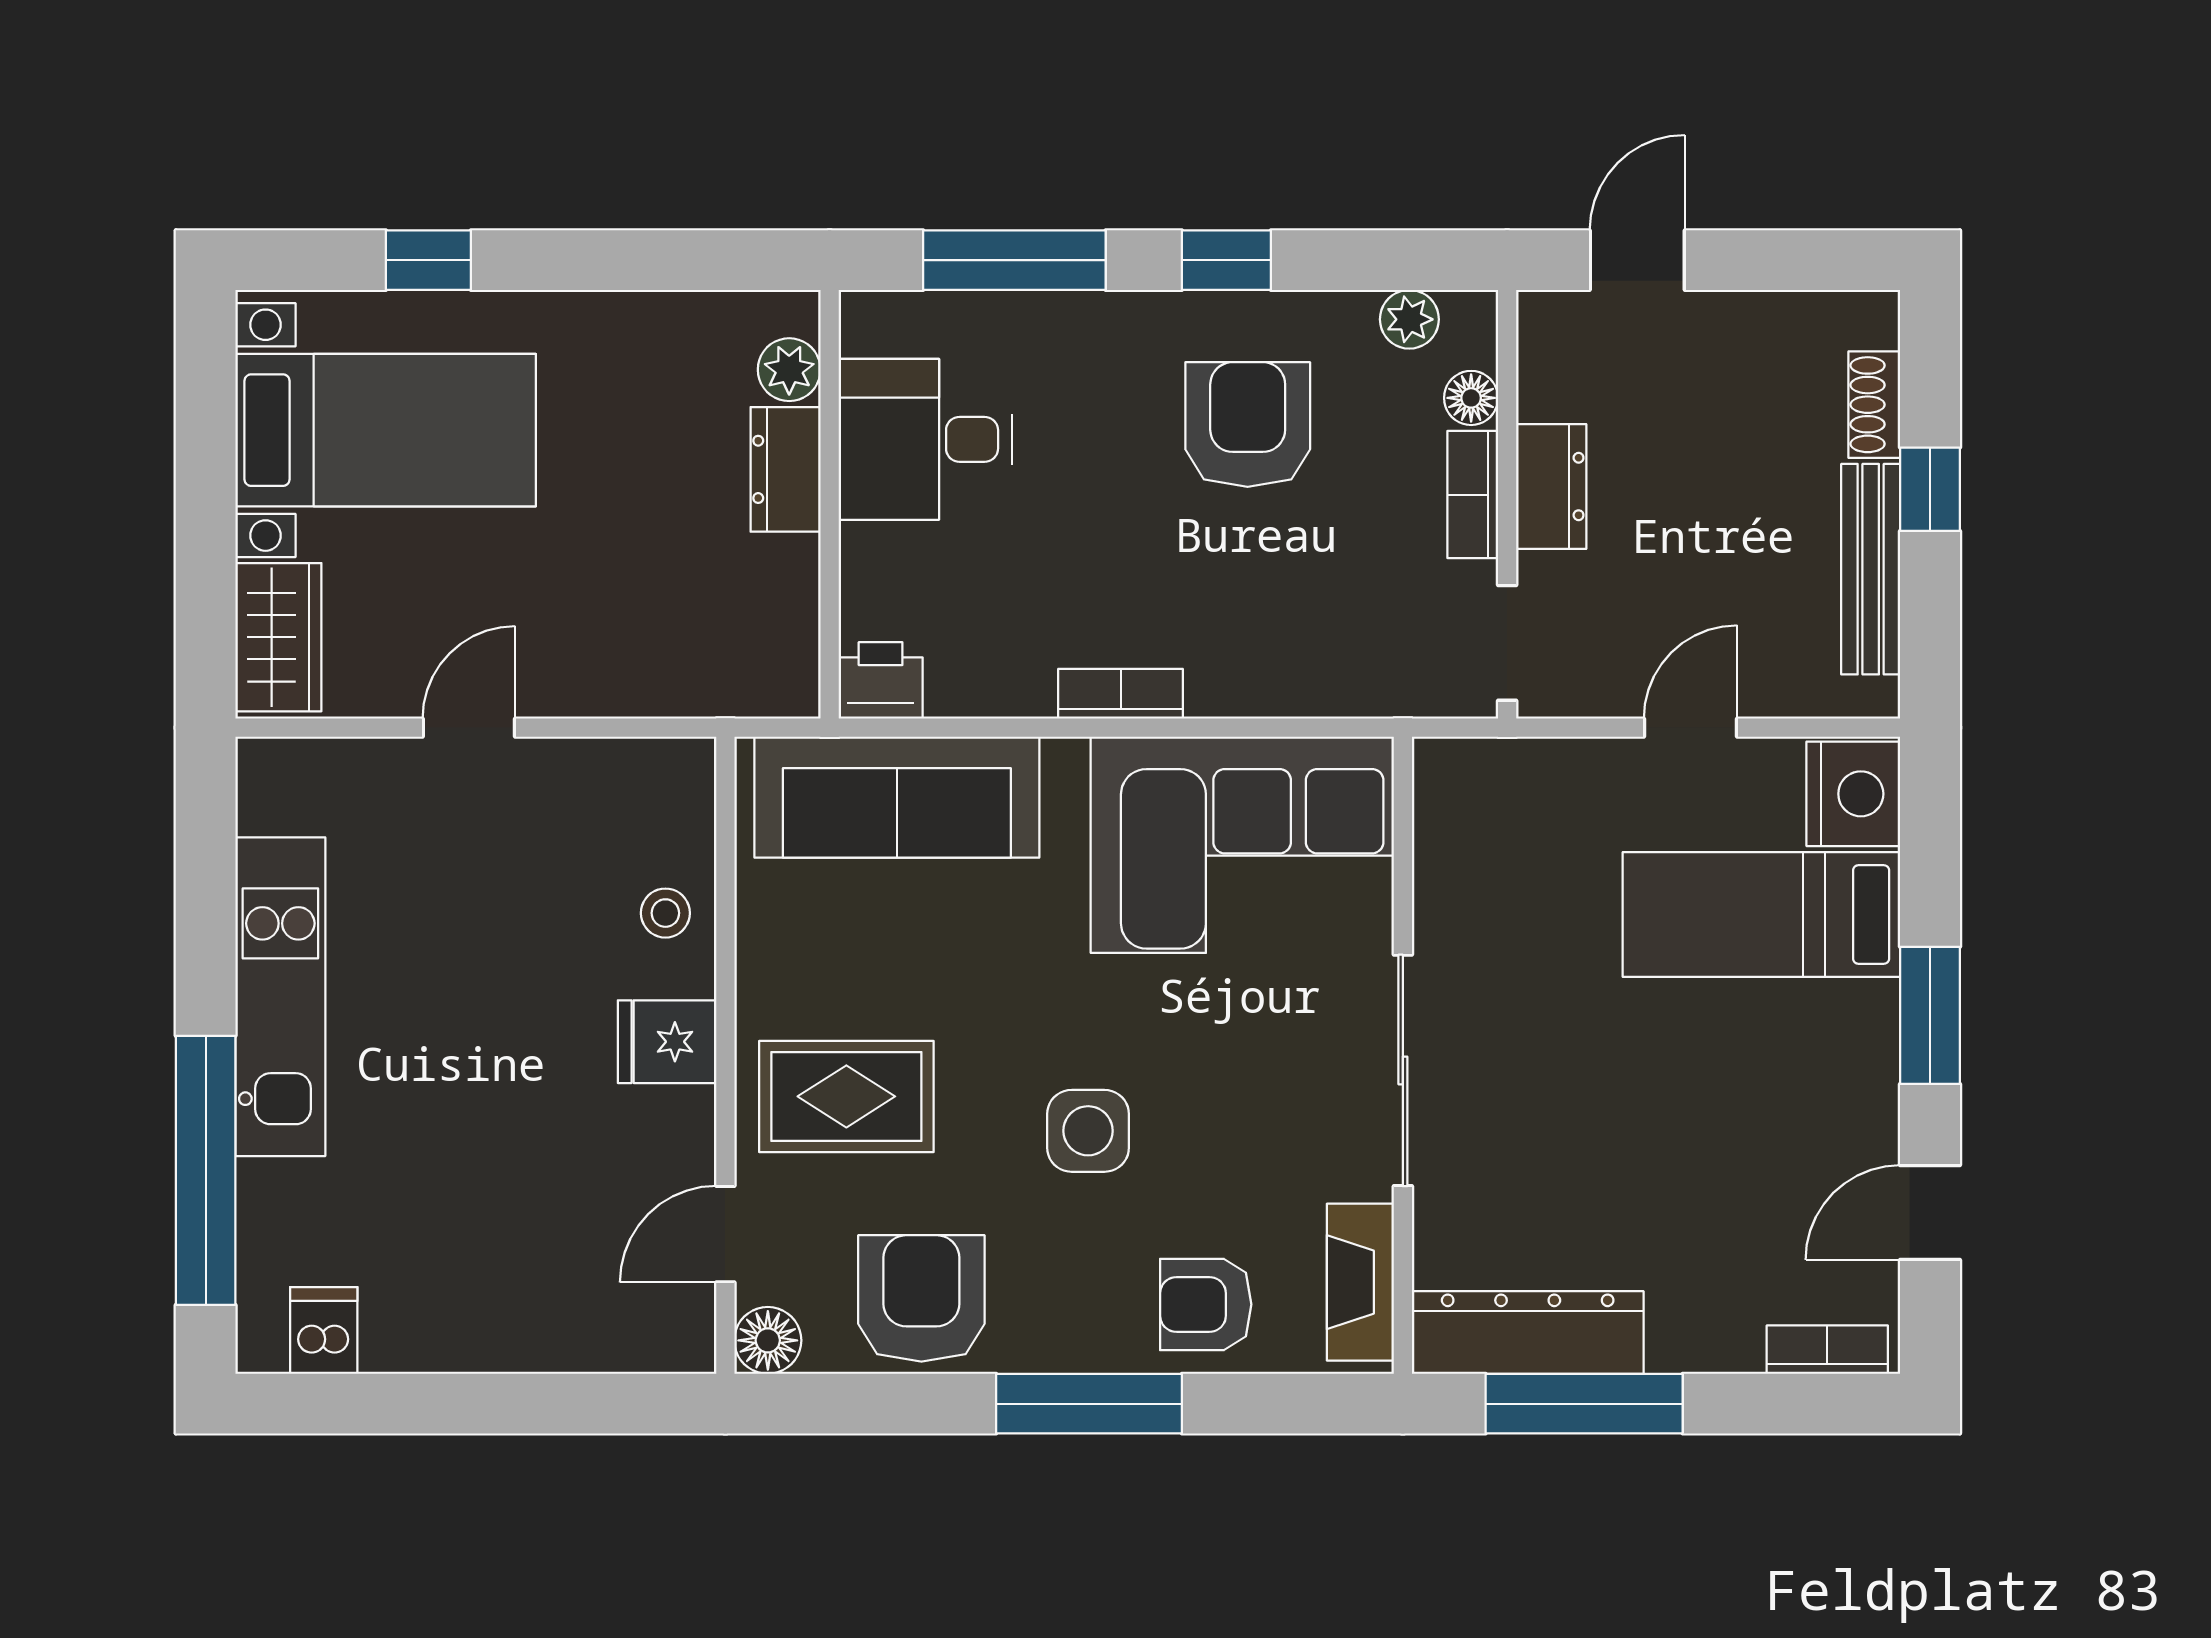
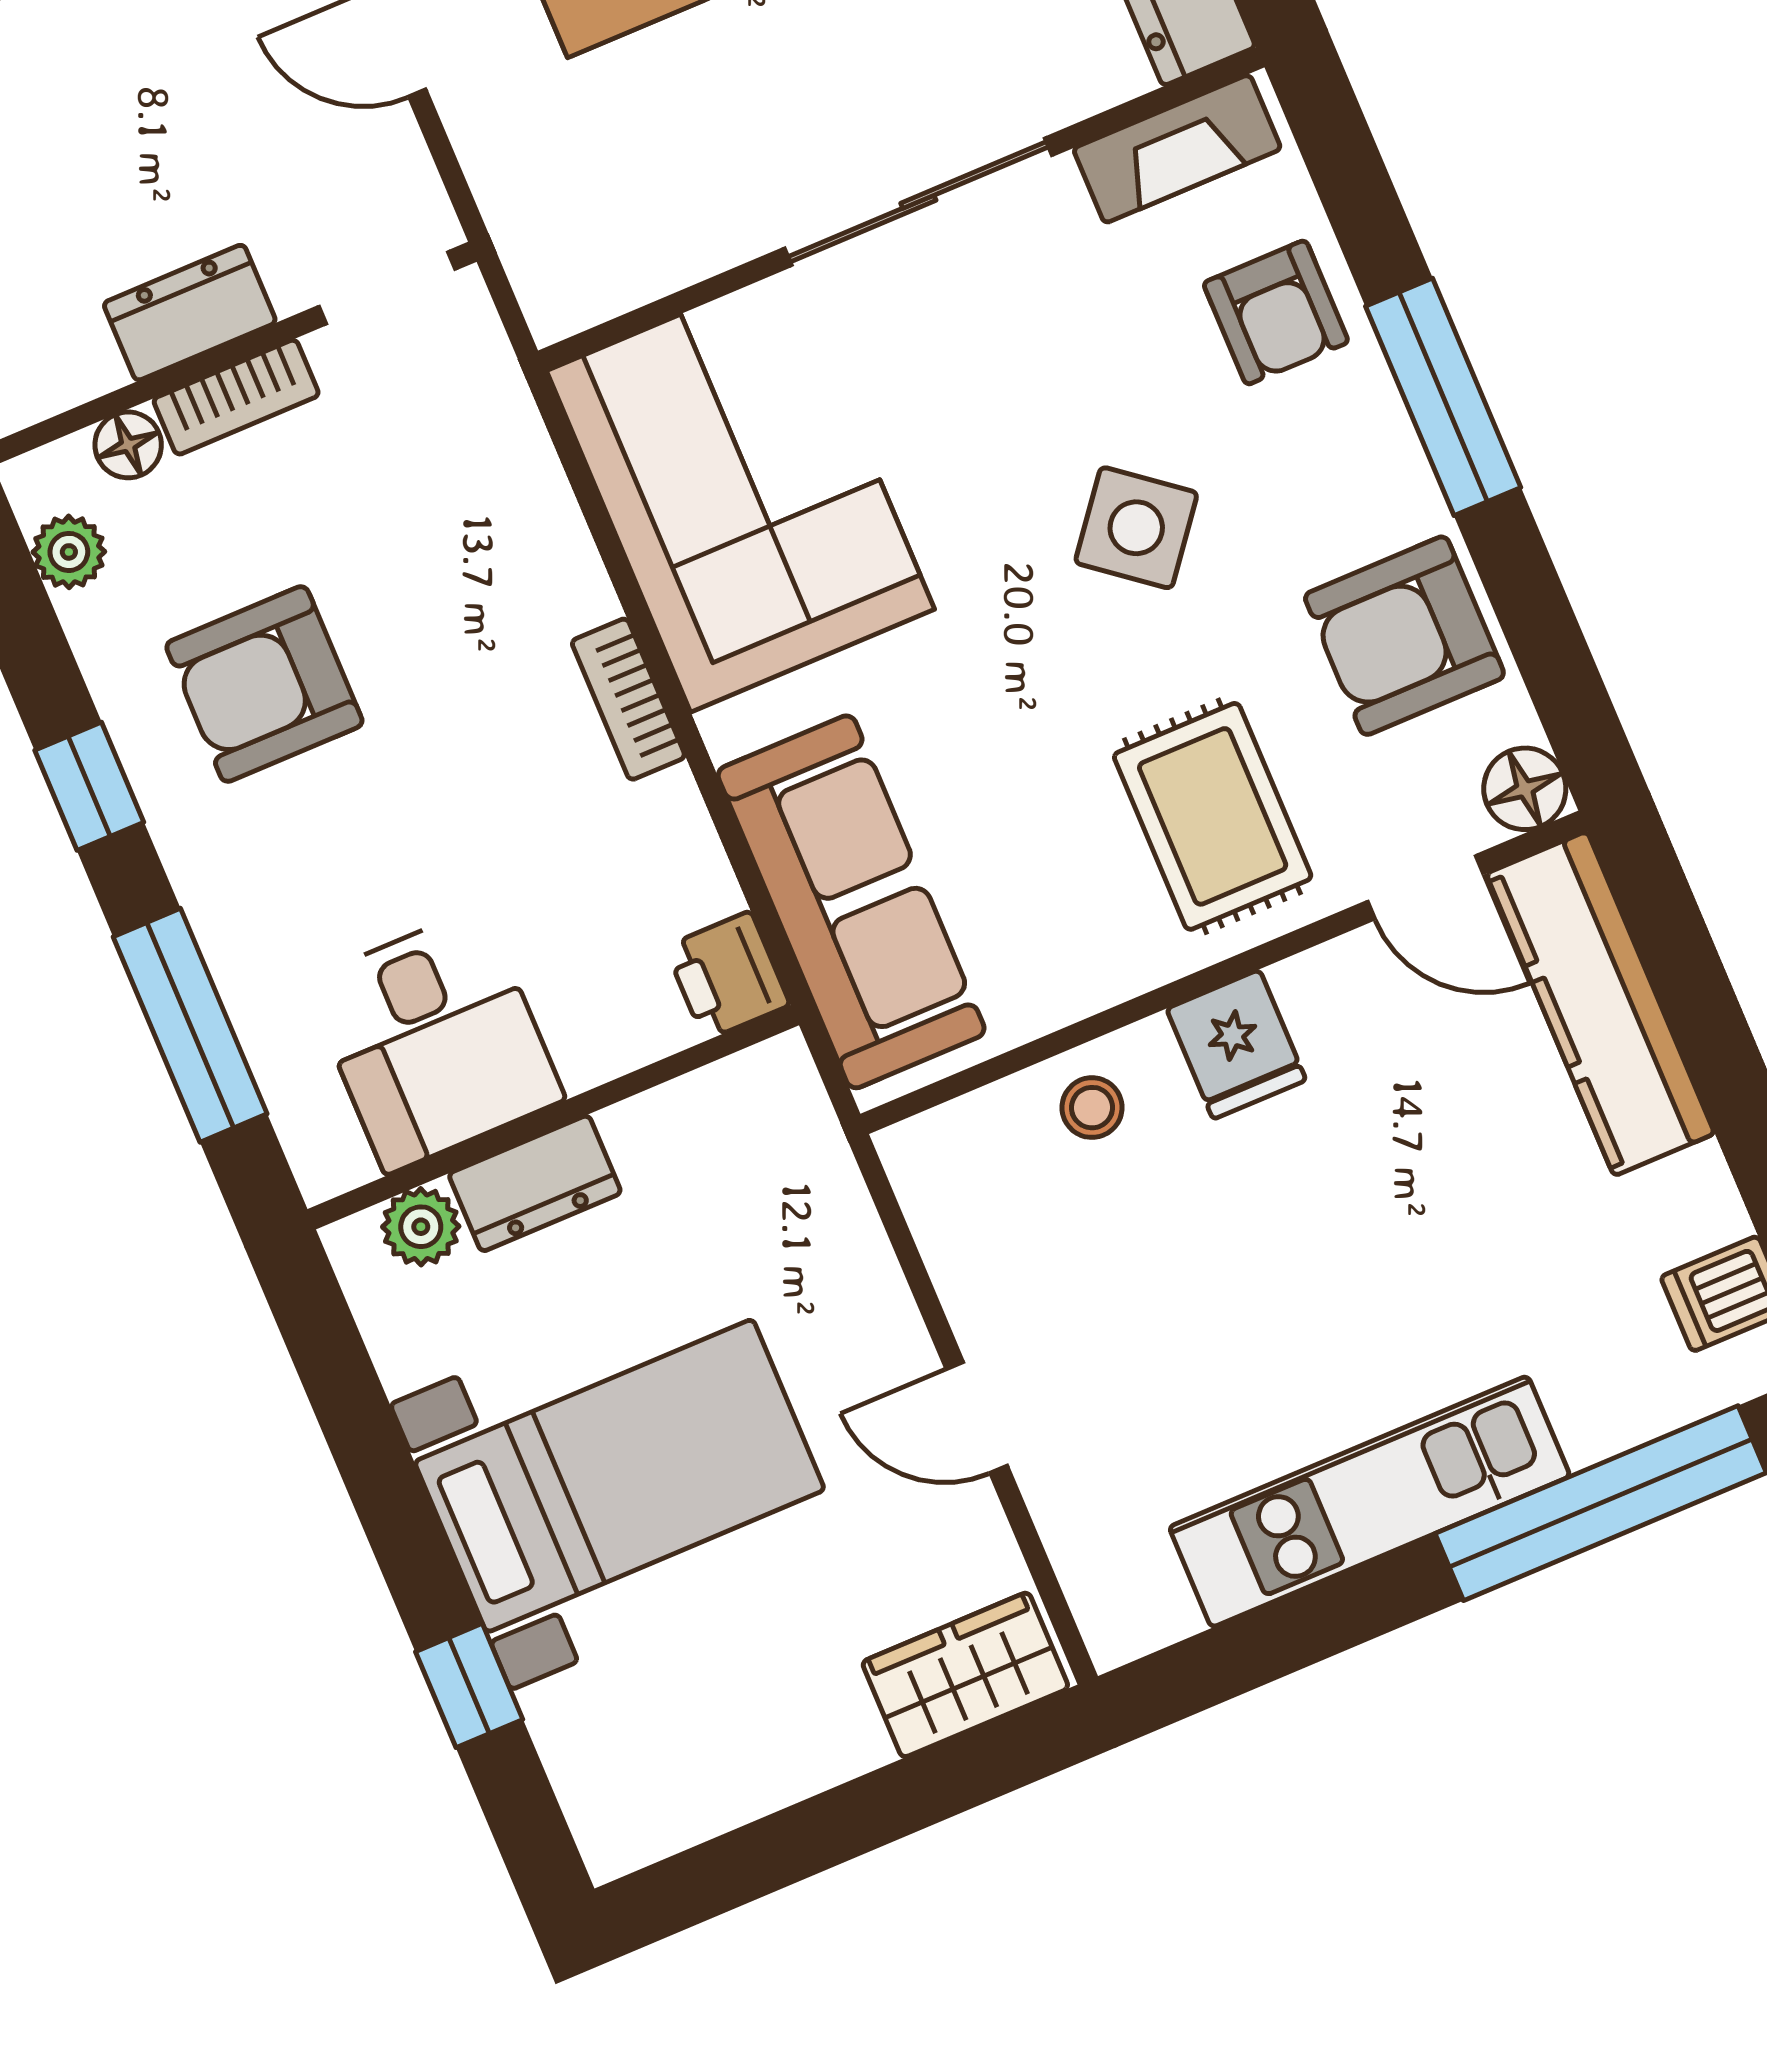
bed with nightstands: (386, 430) -> (620, 1476), moved, turned 90
side table: (1088, 1131) -> (1136, 528), turned 38
kitchen counter: (582, 1329) -> (1600, 1004), added

